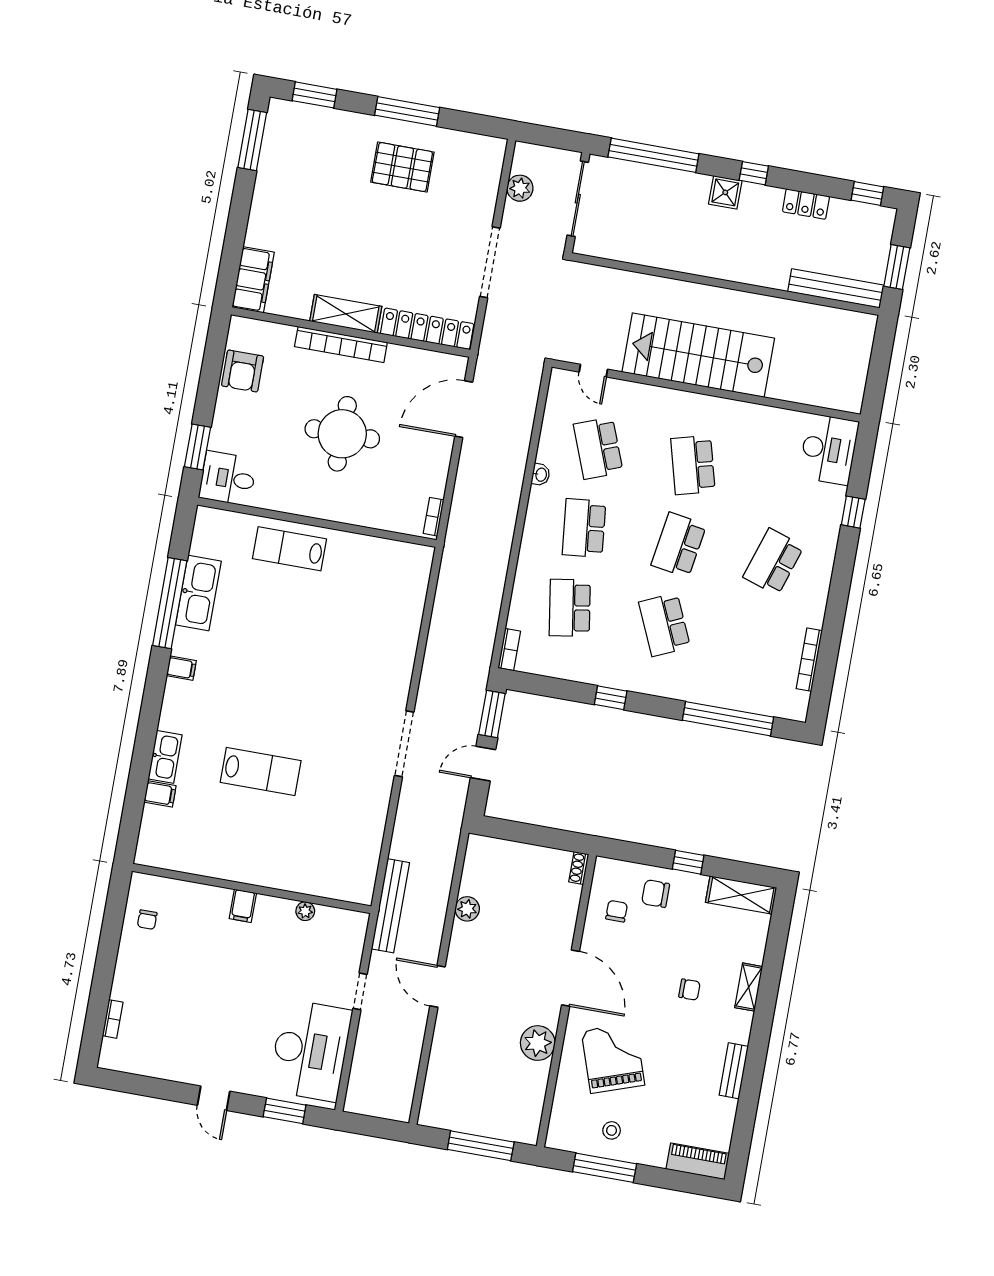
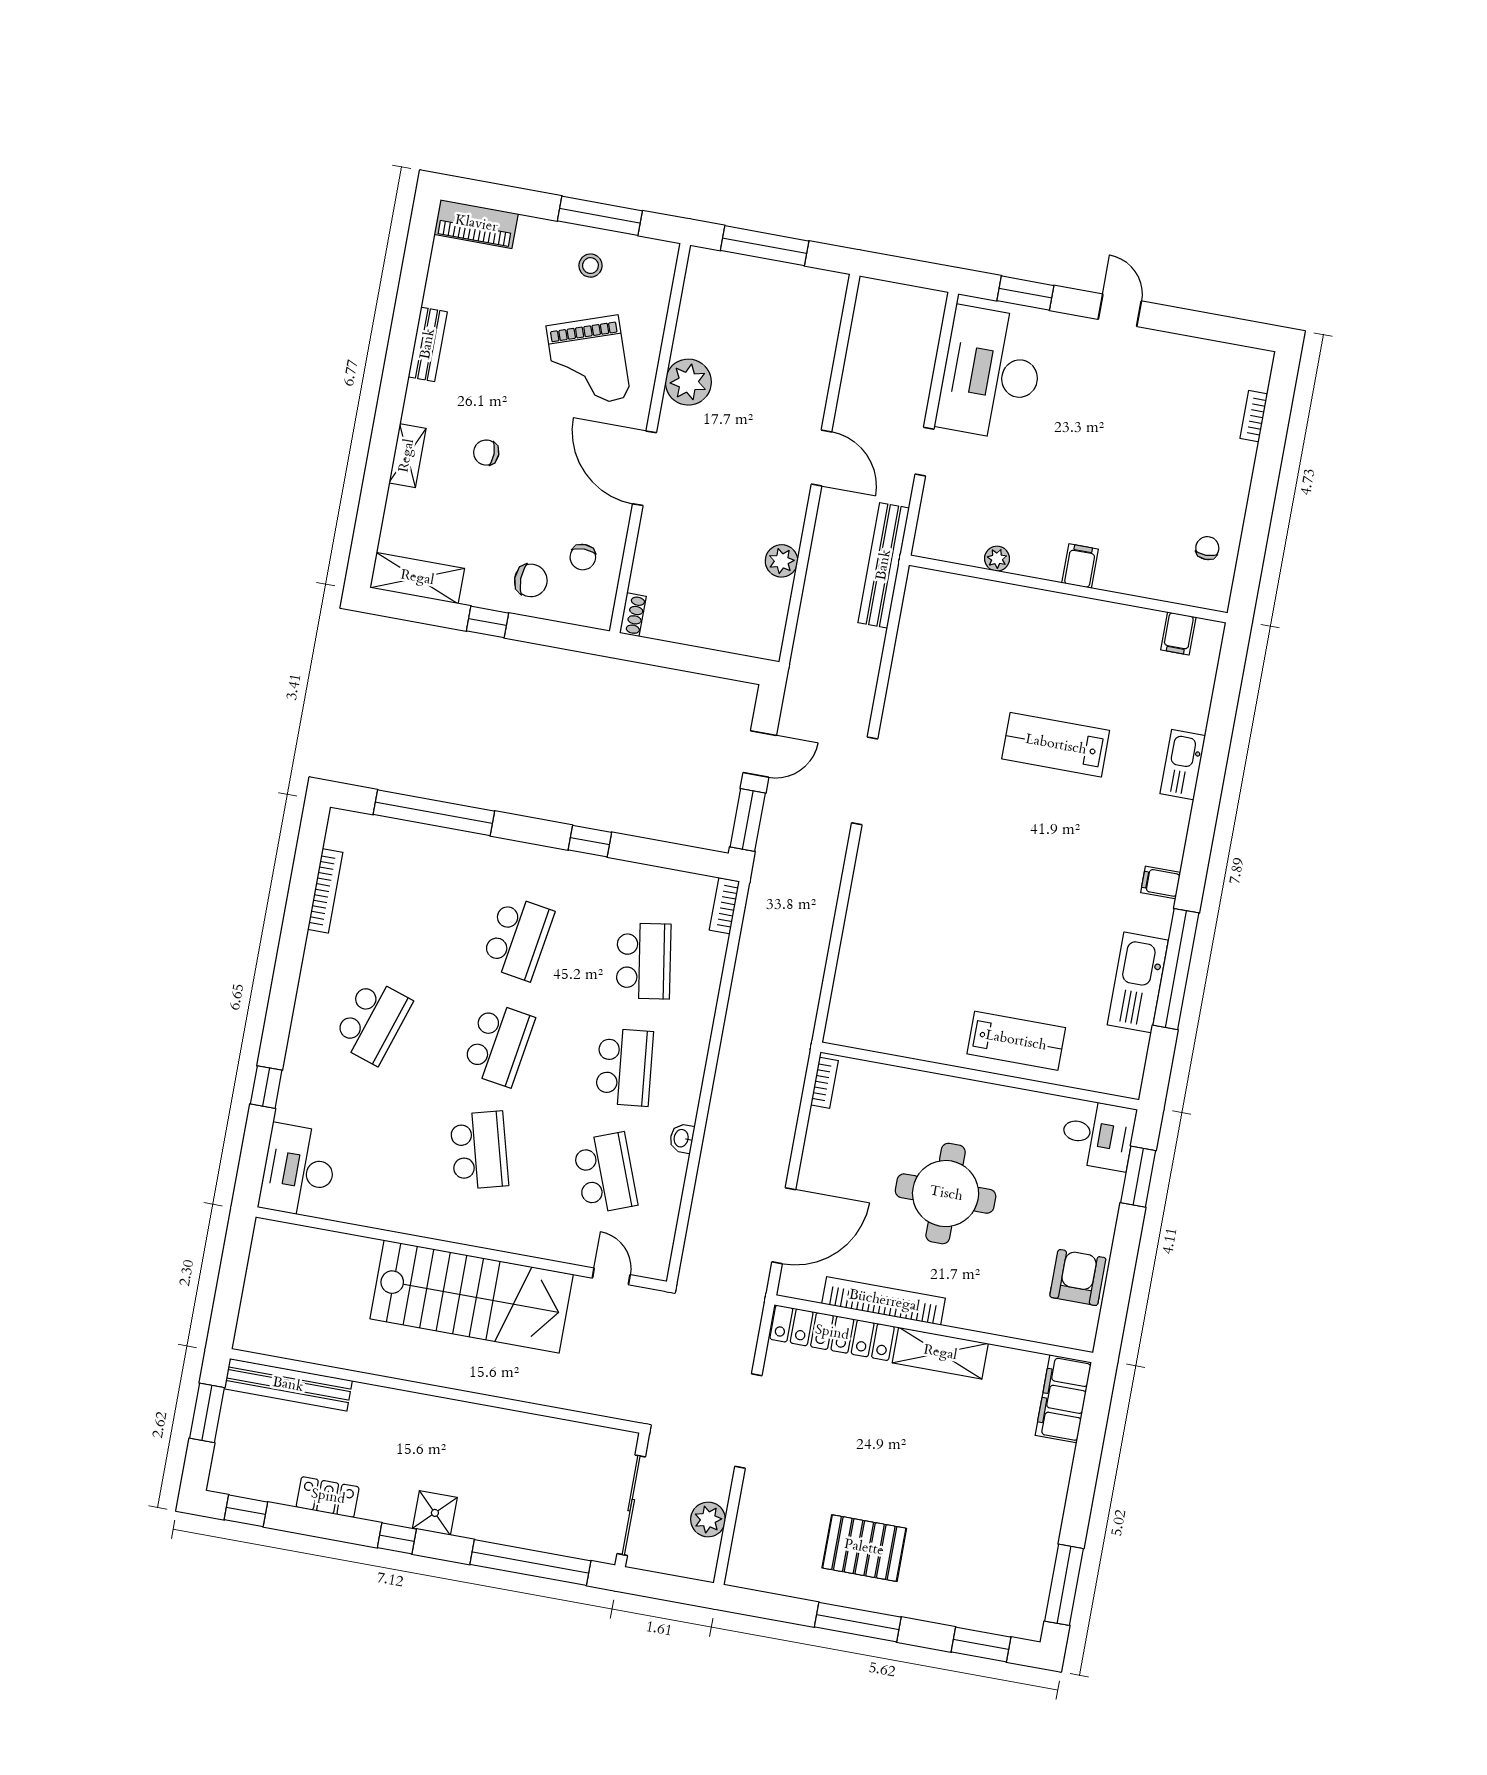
bookcase: (341, 344) -> (884, 1301), moved
school desk: (664, 625) -> (518, 938), turned 33
filing cabinet: (160, 794) -> (1178, 633), moved, turned -90

